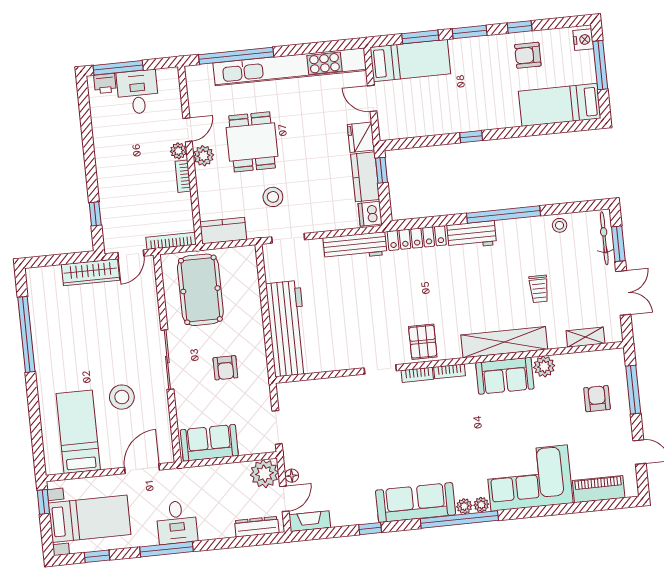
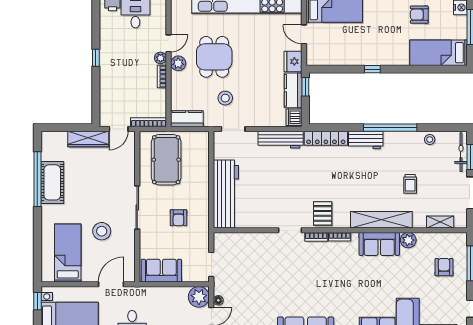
window: (95, 214) -> (96, 58), moved
cot: (47, 337) -> (52, 182), added

